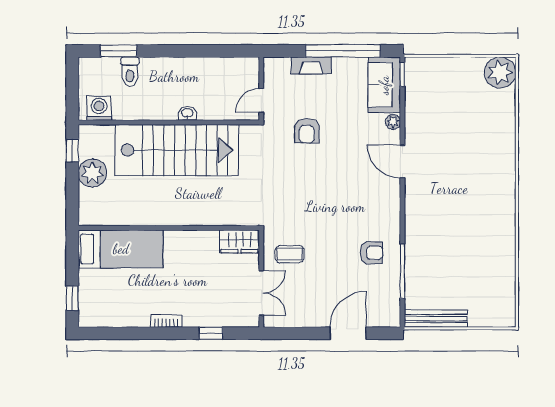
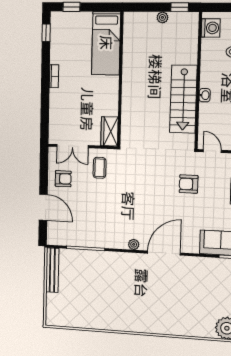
plant: (393, 122) -> (134, 244), moved
stairs: (177, 150) -> (183, 99), width x0.73, depth x0.66
door: (402, 162) -> (164, 253), width x1.36
plant: (92, 173) -> (162, 17), width x0.53, depth x0.53
armchair: (371, 253) -> (63, 179), moved, turned -90
window: (211, 333) -> (46, 33), moved

